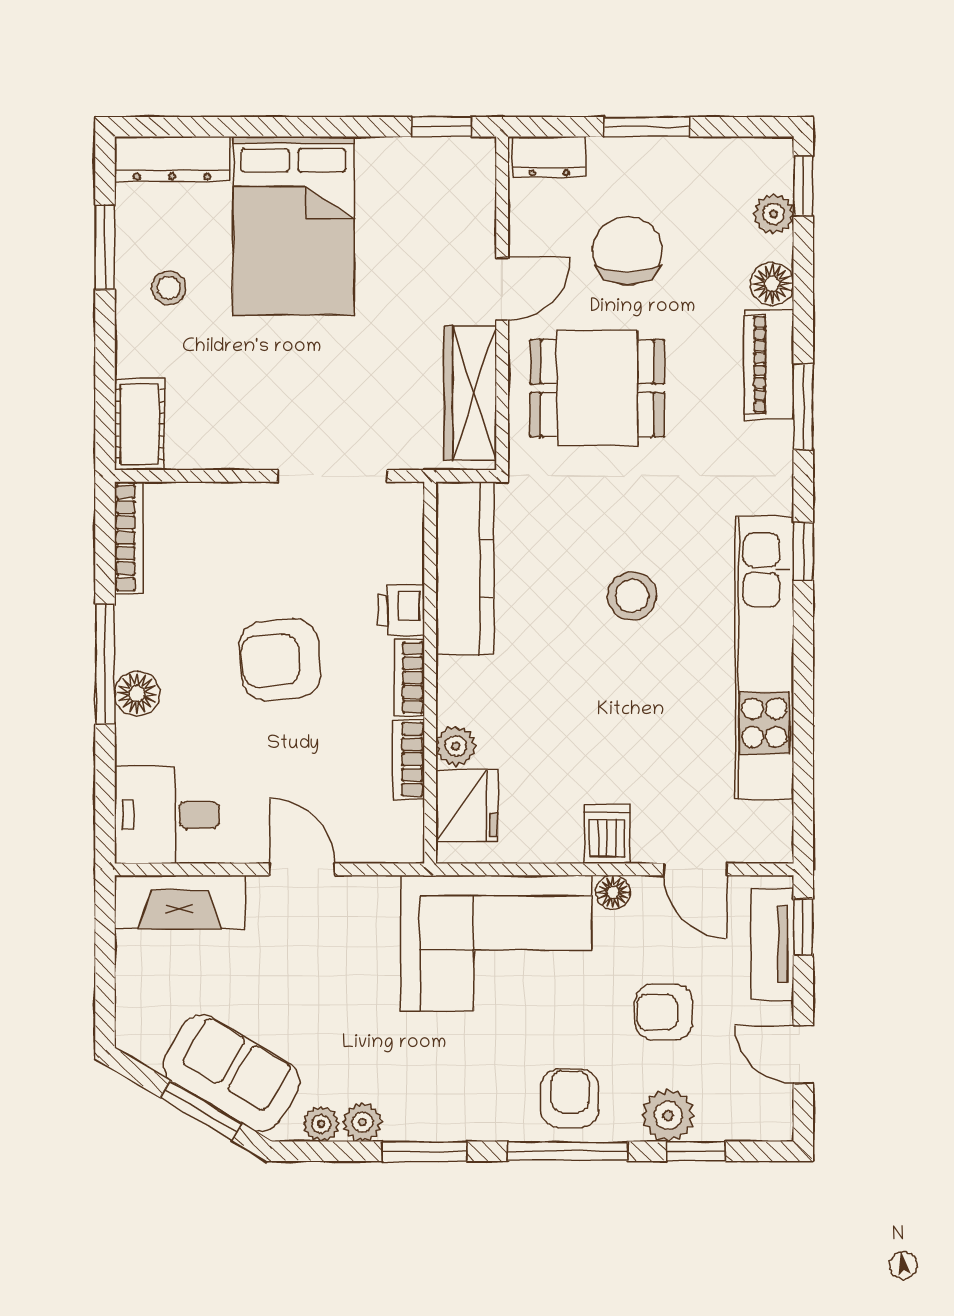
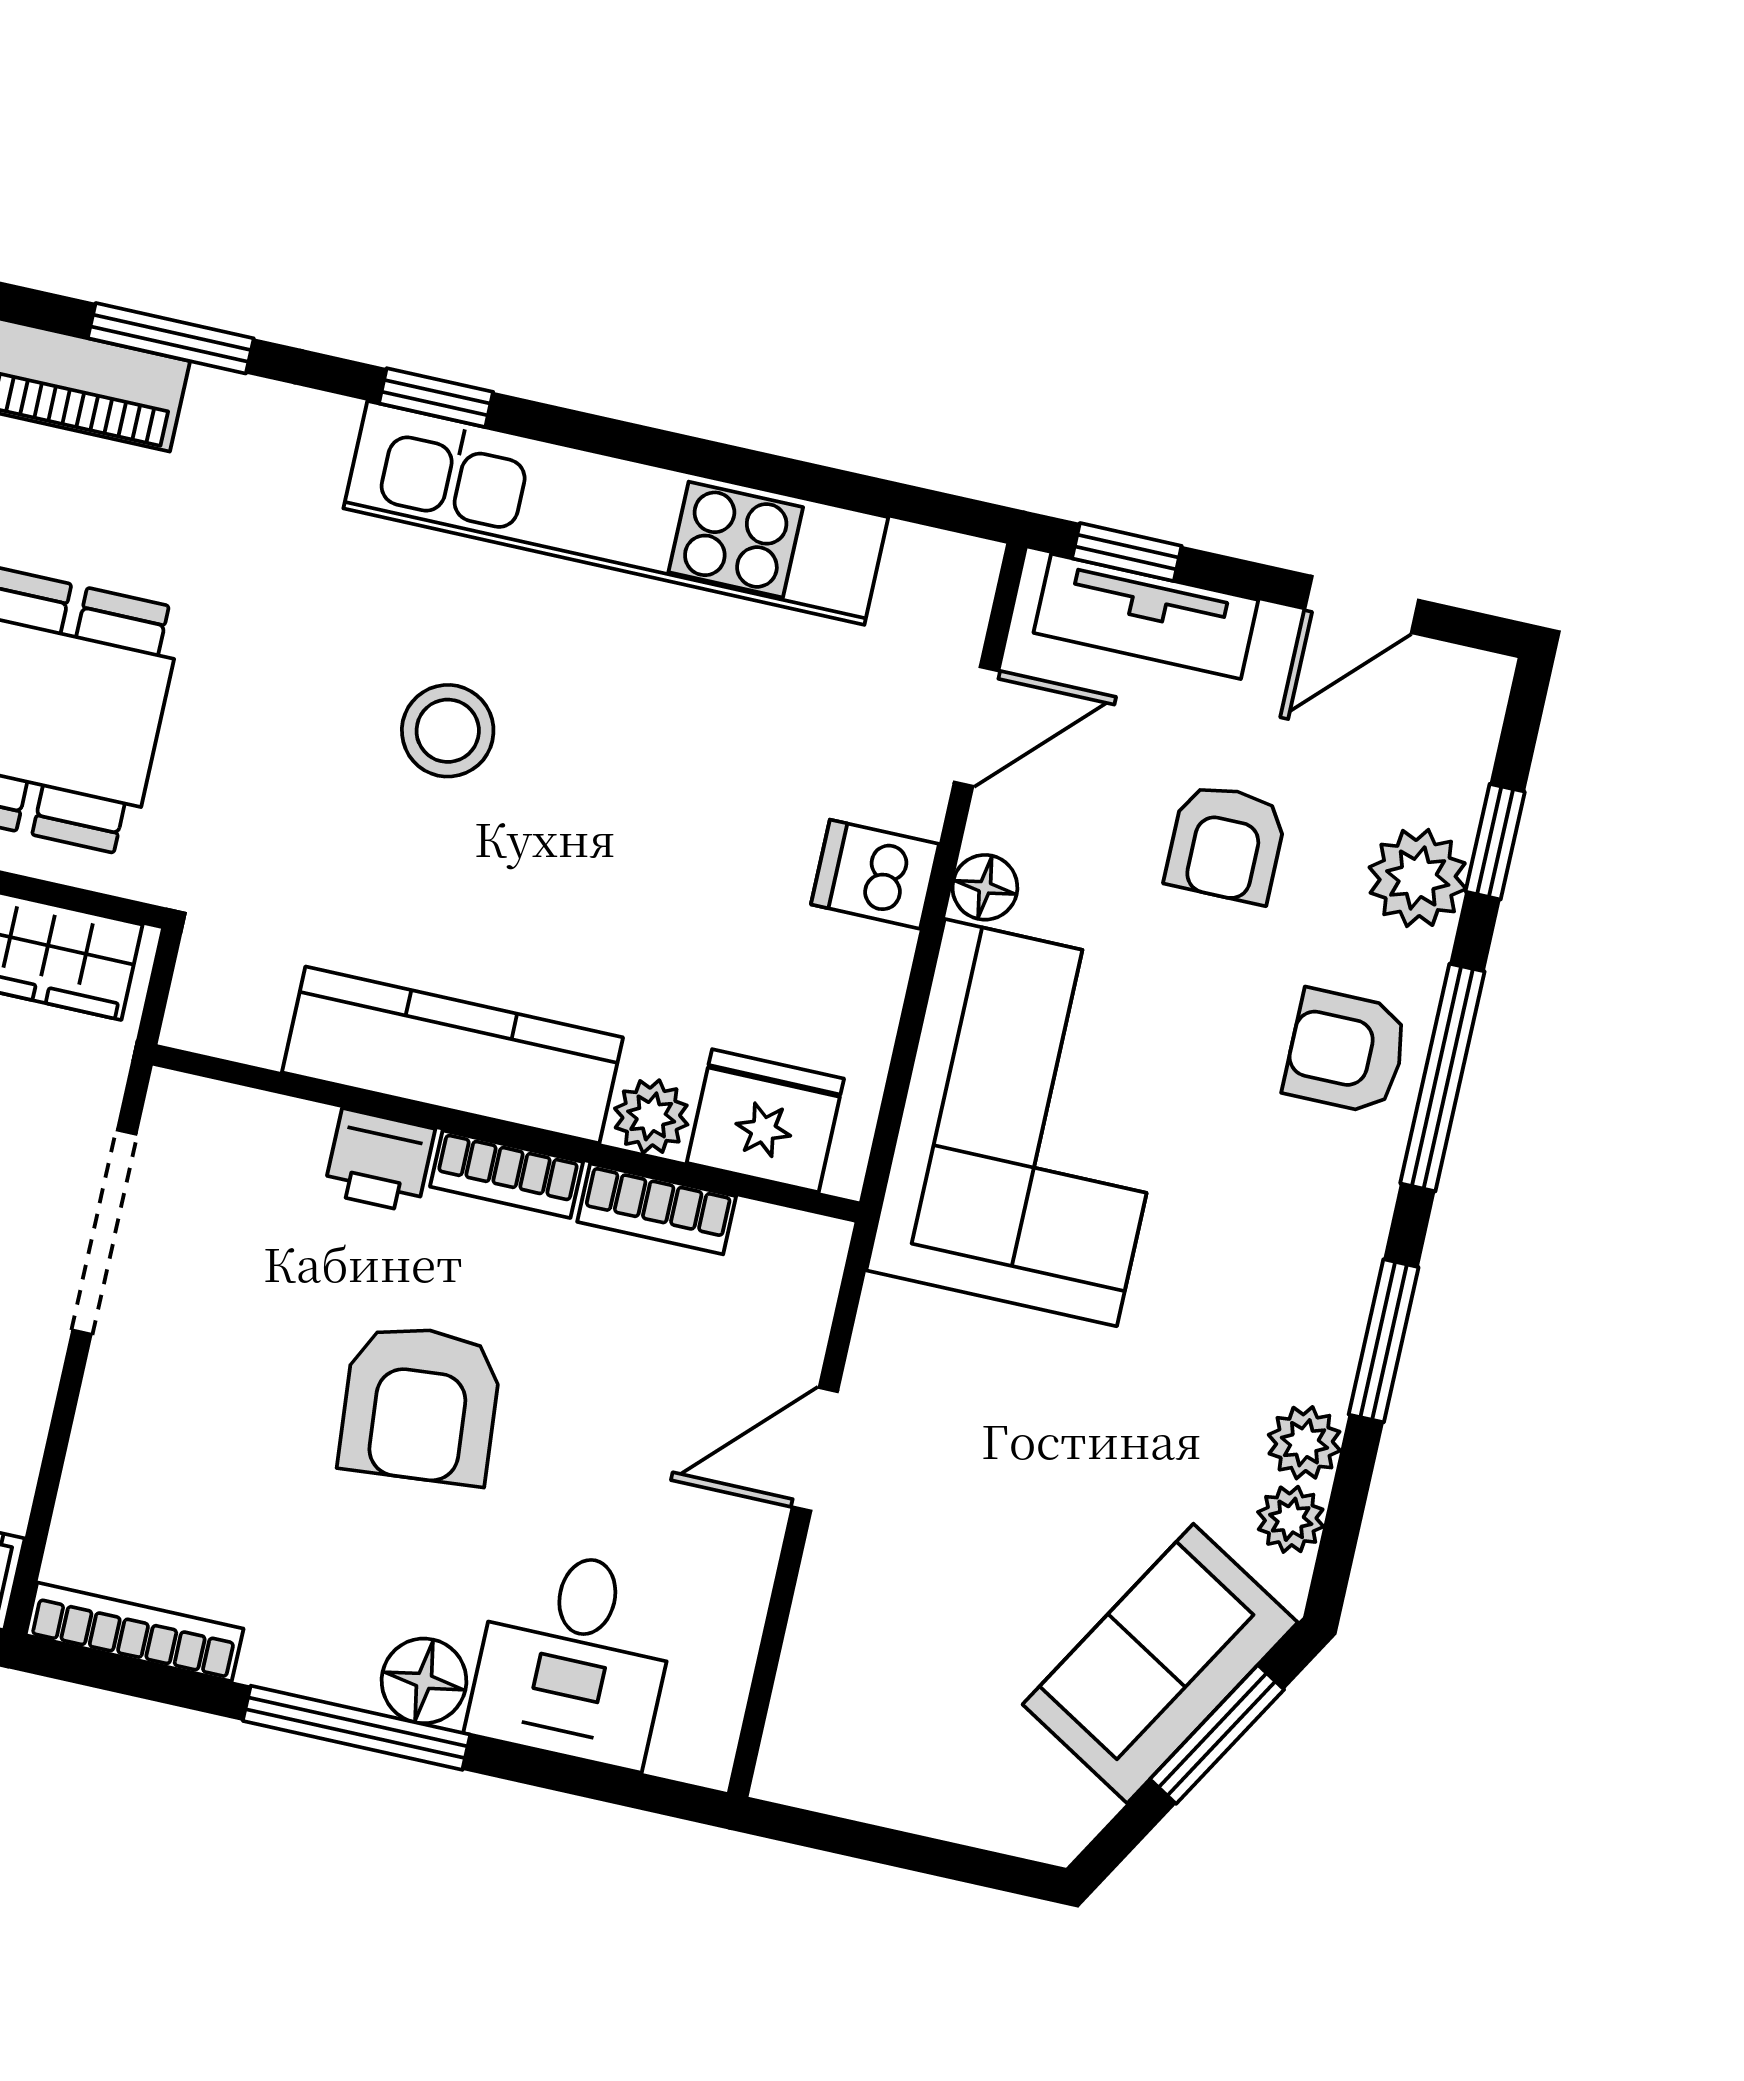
kitchen counter: (465, 568) -> (452, 1055), moved
desk: (167, 815) -> (574, 1657), moved
fireplace: (180, 902) -> (825, 1688), removed

